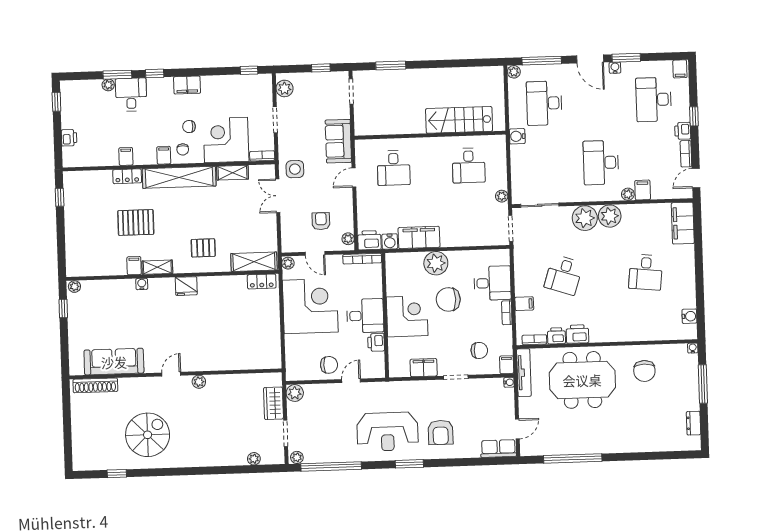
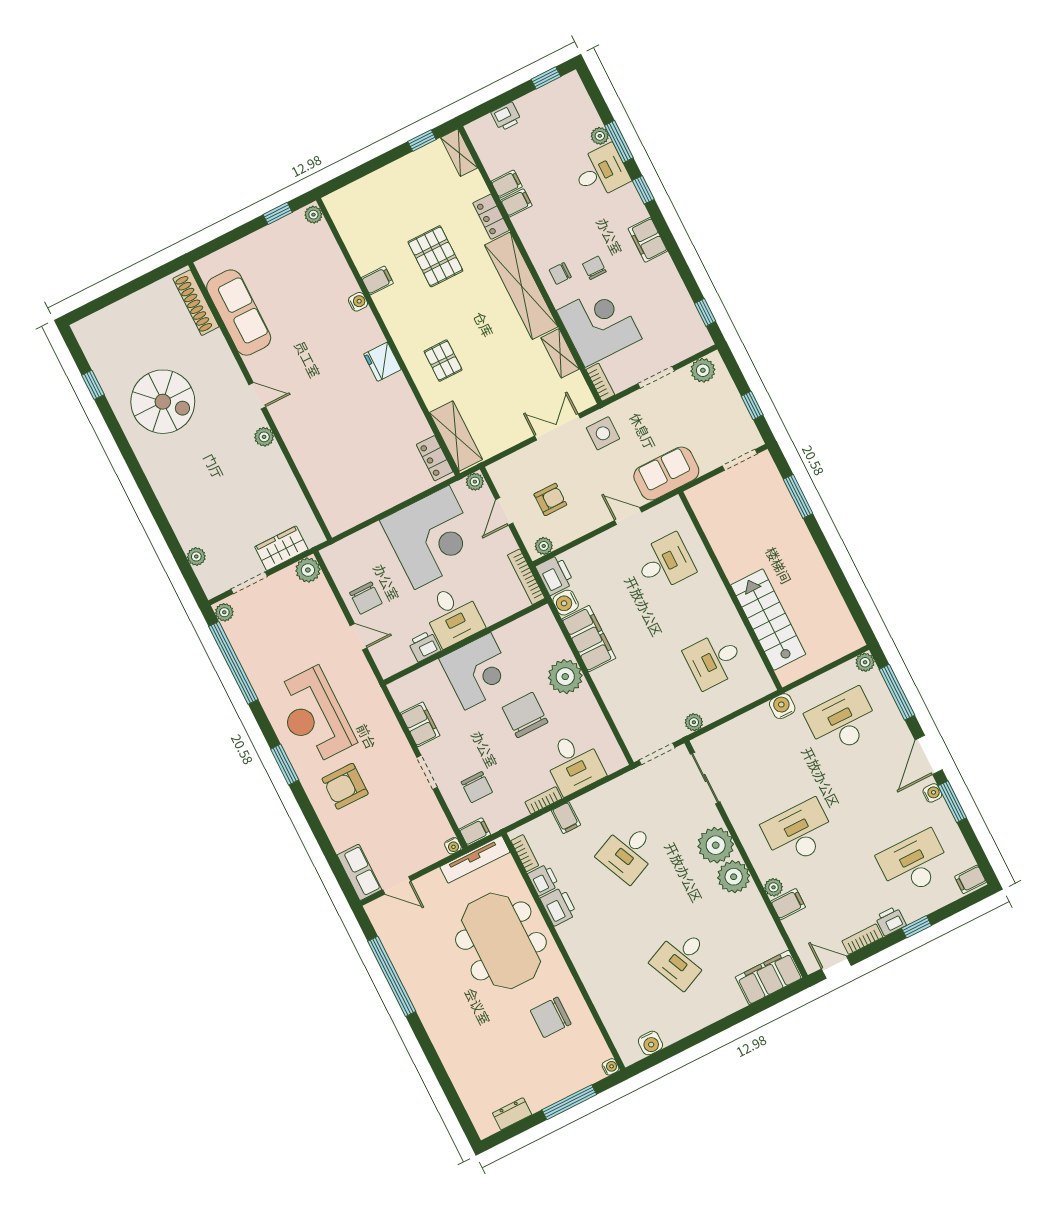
filing cabinet: (164, 155) -> (507, 184), moved
desk: (394, 168) -> (665, 563), turned 180
shelving: (157, 267) -> (459, 153), moved
desk: (646, 272) -> (682, 958), turned -30
desk: (564, 275) -> (628, 852), turned -42

